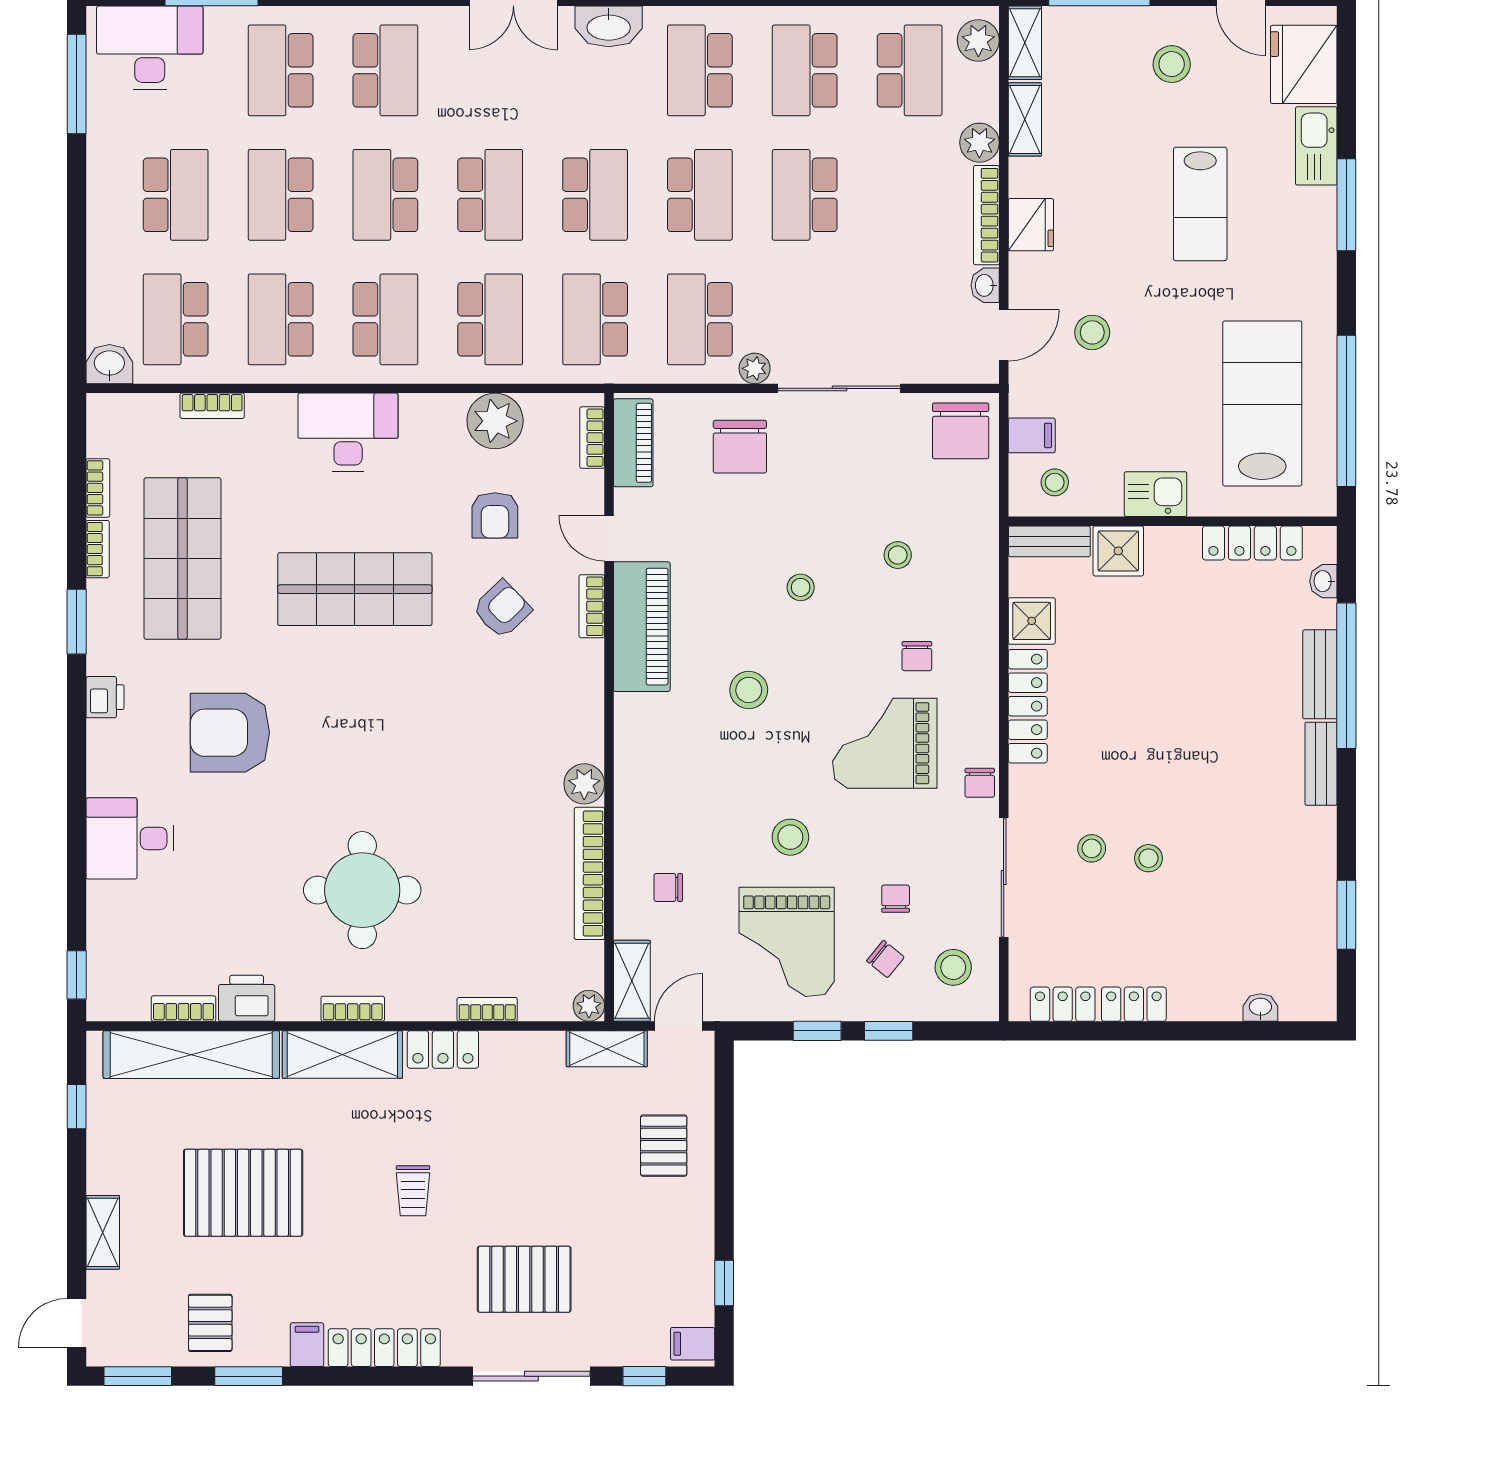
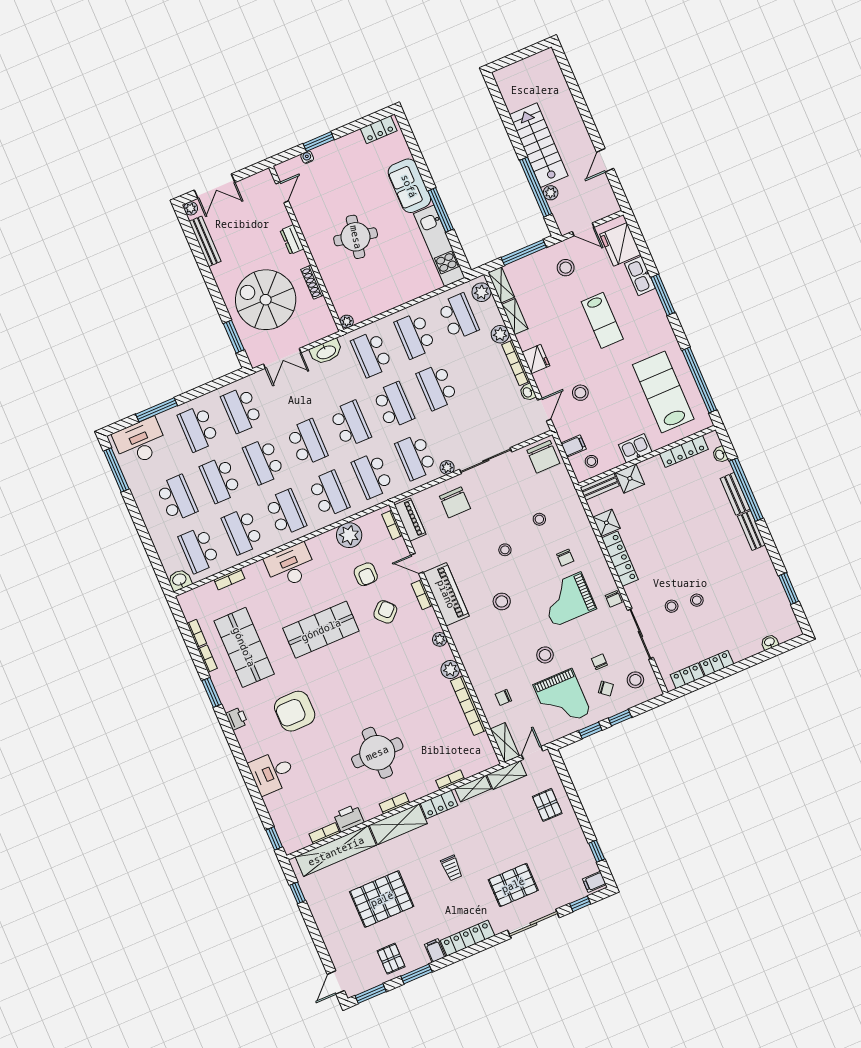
school desk: (385, 70) -> (242, 410), turned 180
plant: (589, 1006) -> (440, 639), moved
shelving: (103, 1232) -> (473, 789), moved, turned 90

